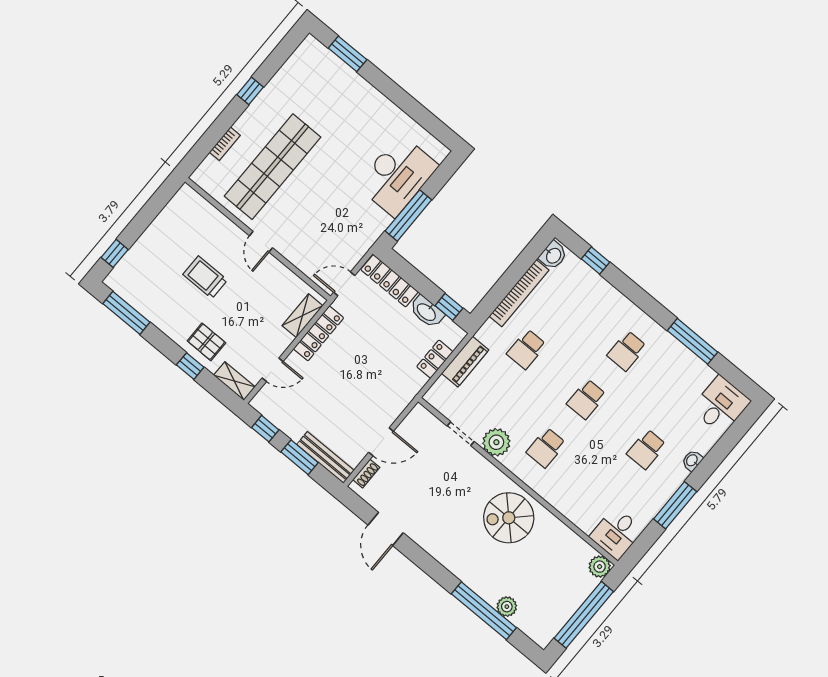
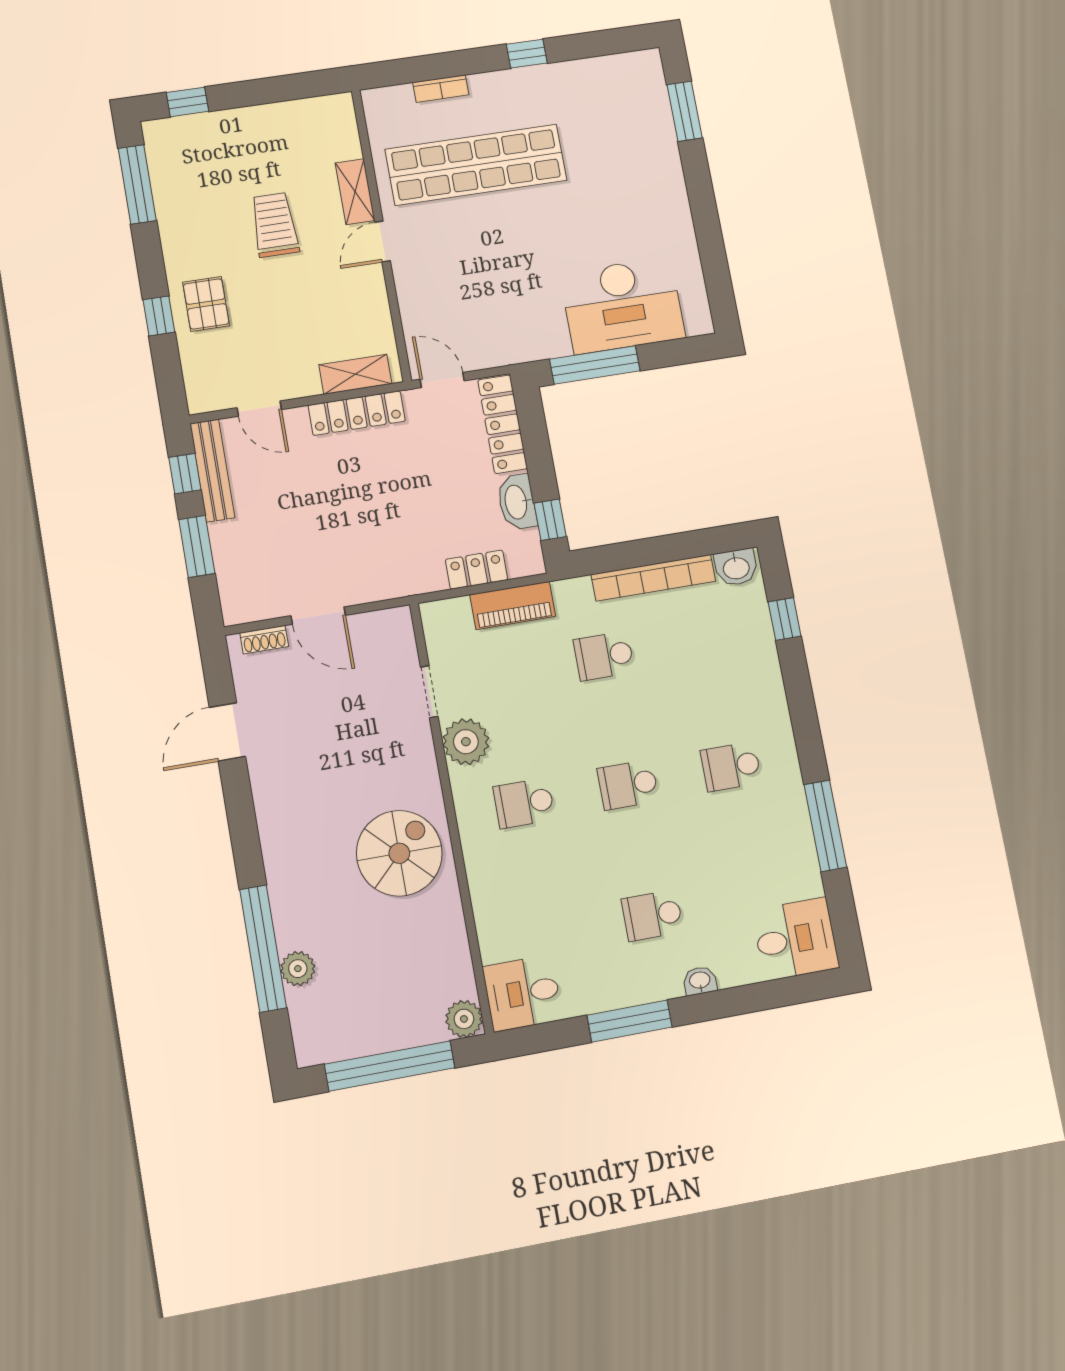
shelving: (234, 381) -> (355, 192), moved
bench: (325, 457) -> (212, 471), moved
spiral stairs: (509, 518) -> (399, 853), turned 90

